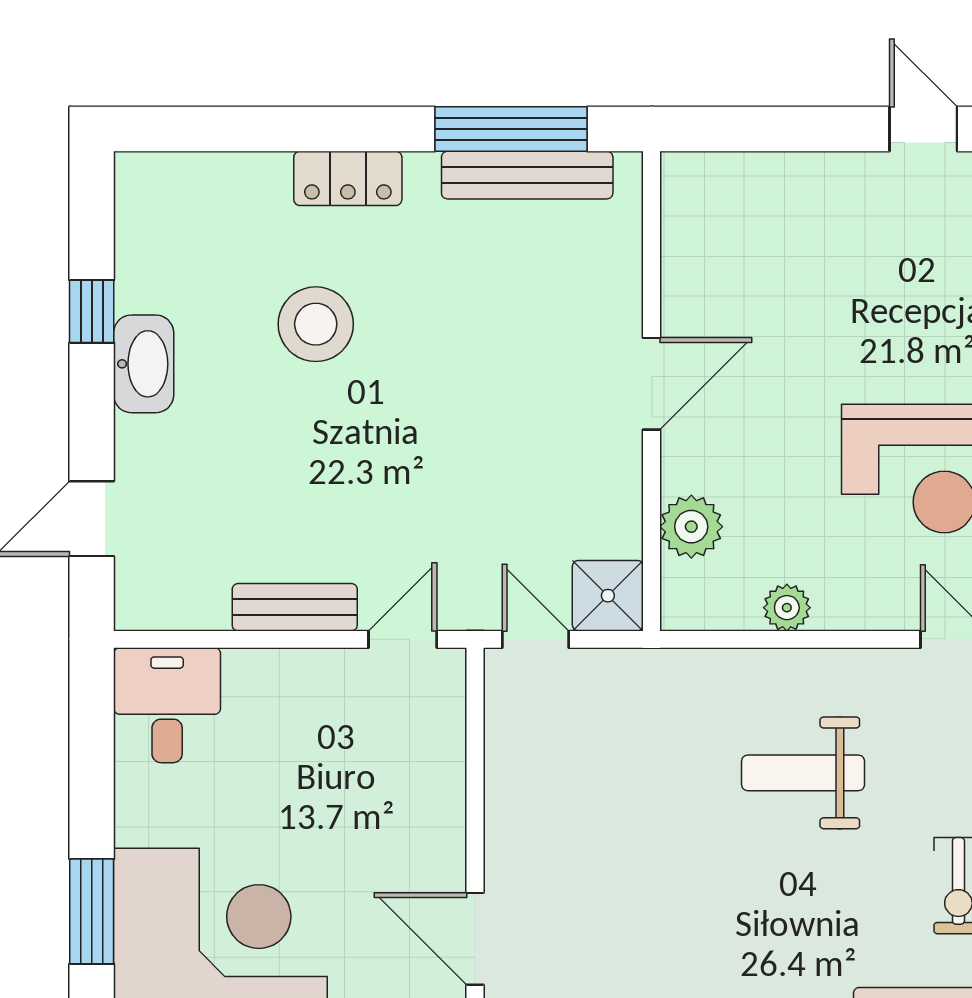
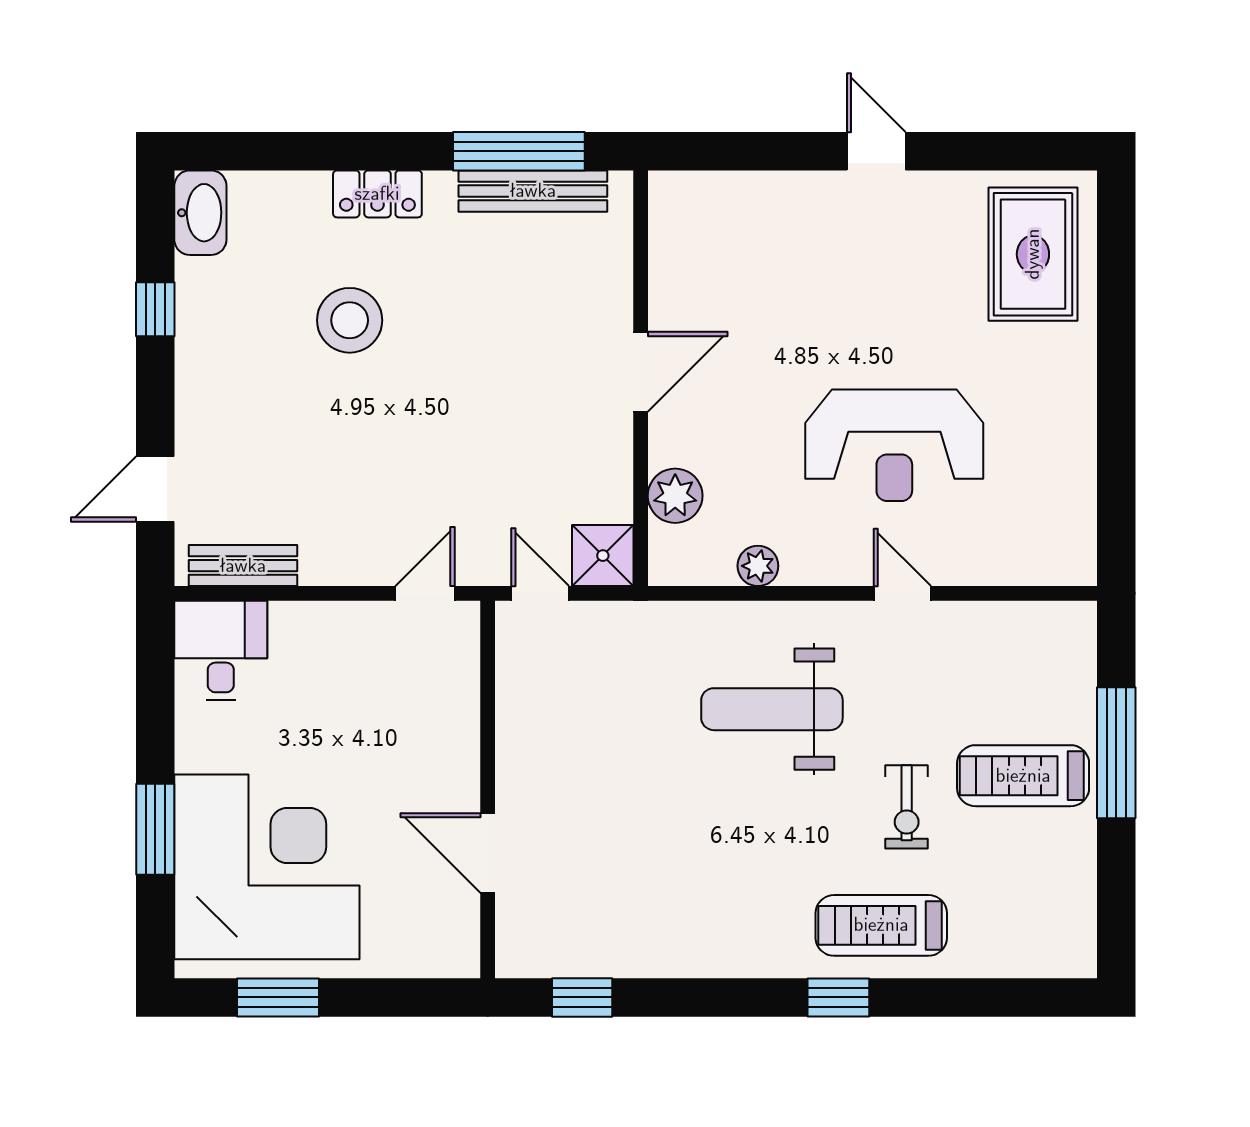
washbasin: (144, 364) -> (200, 213), moved
bench: (295, 607) -> (243, 566), moved
weight bench: (803, 773) -> (772, 709), width x1.36, depth x1.33

